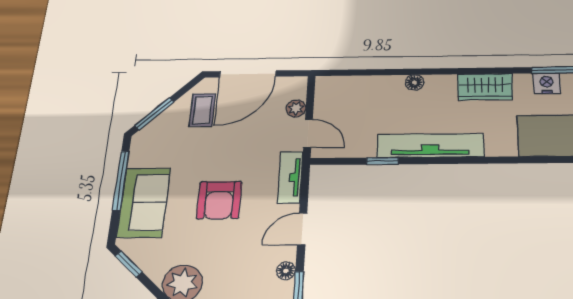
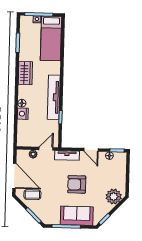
nightstand: (547, 83) -> (23, 114), moved
armchair: (219, 200) -> (77, 184), turned 180

